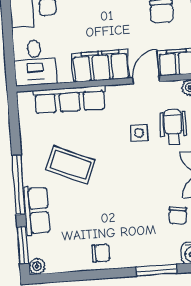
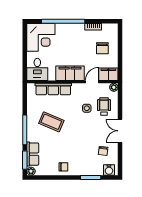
row of seats: (36, 211) -> (33, 154), moved

